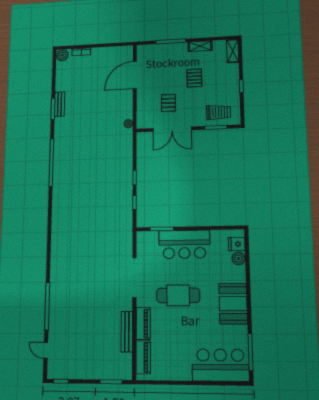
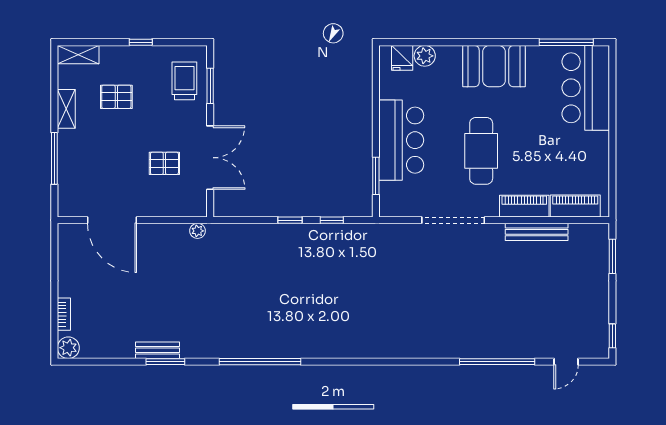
pallet: (194, 78) -> (116, 97), moved

